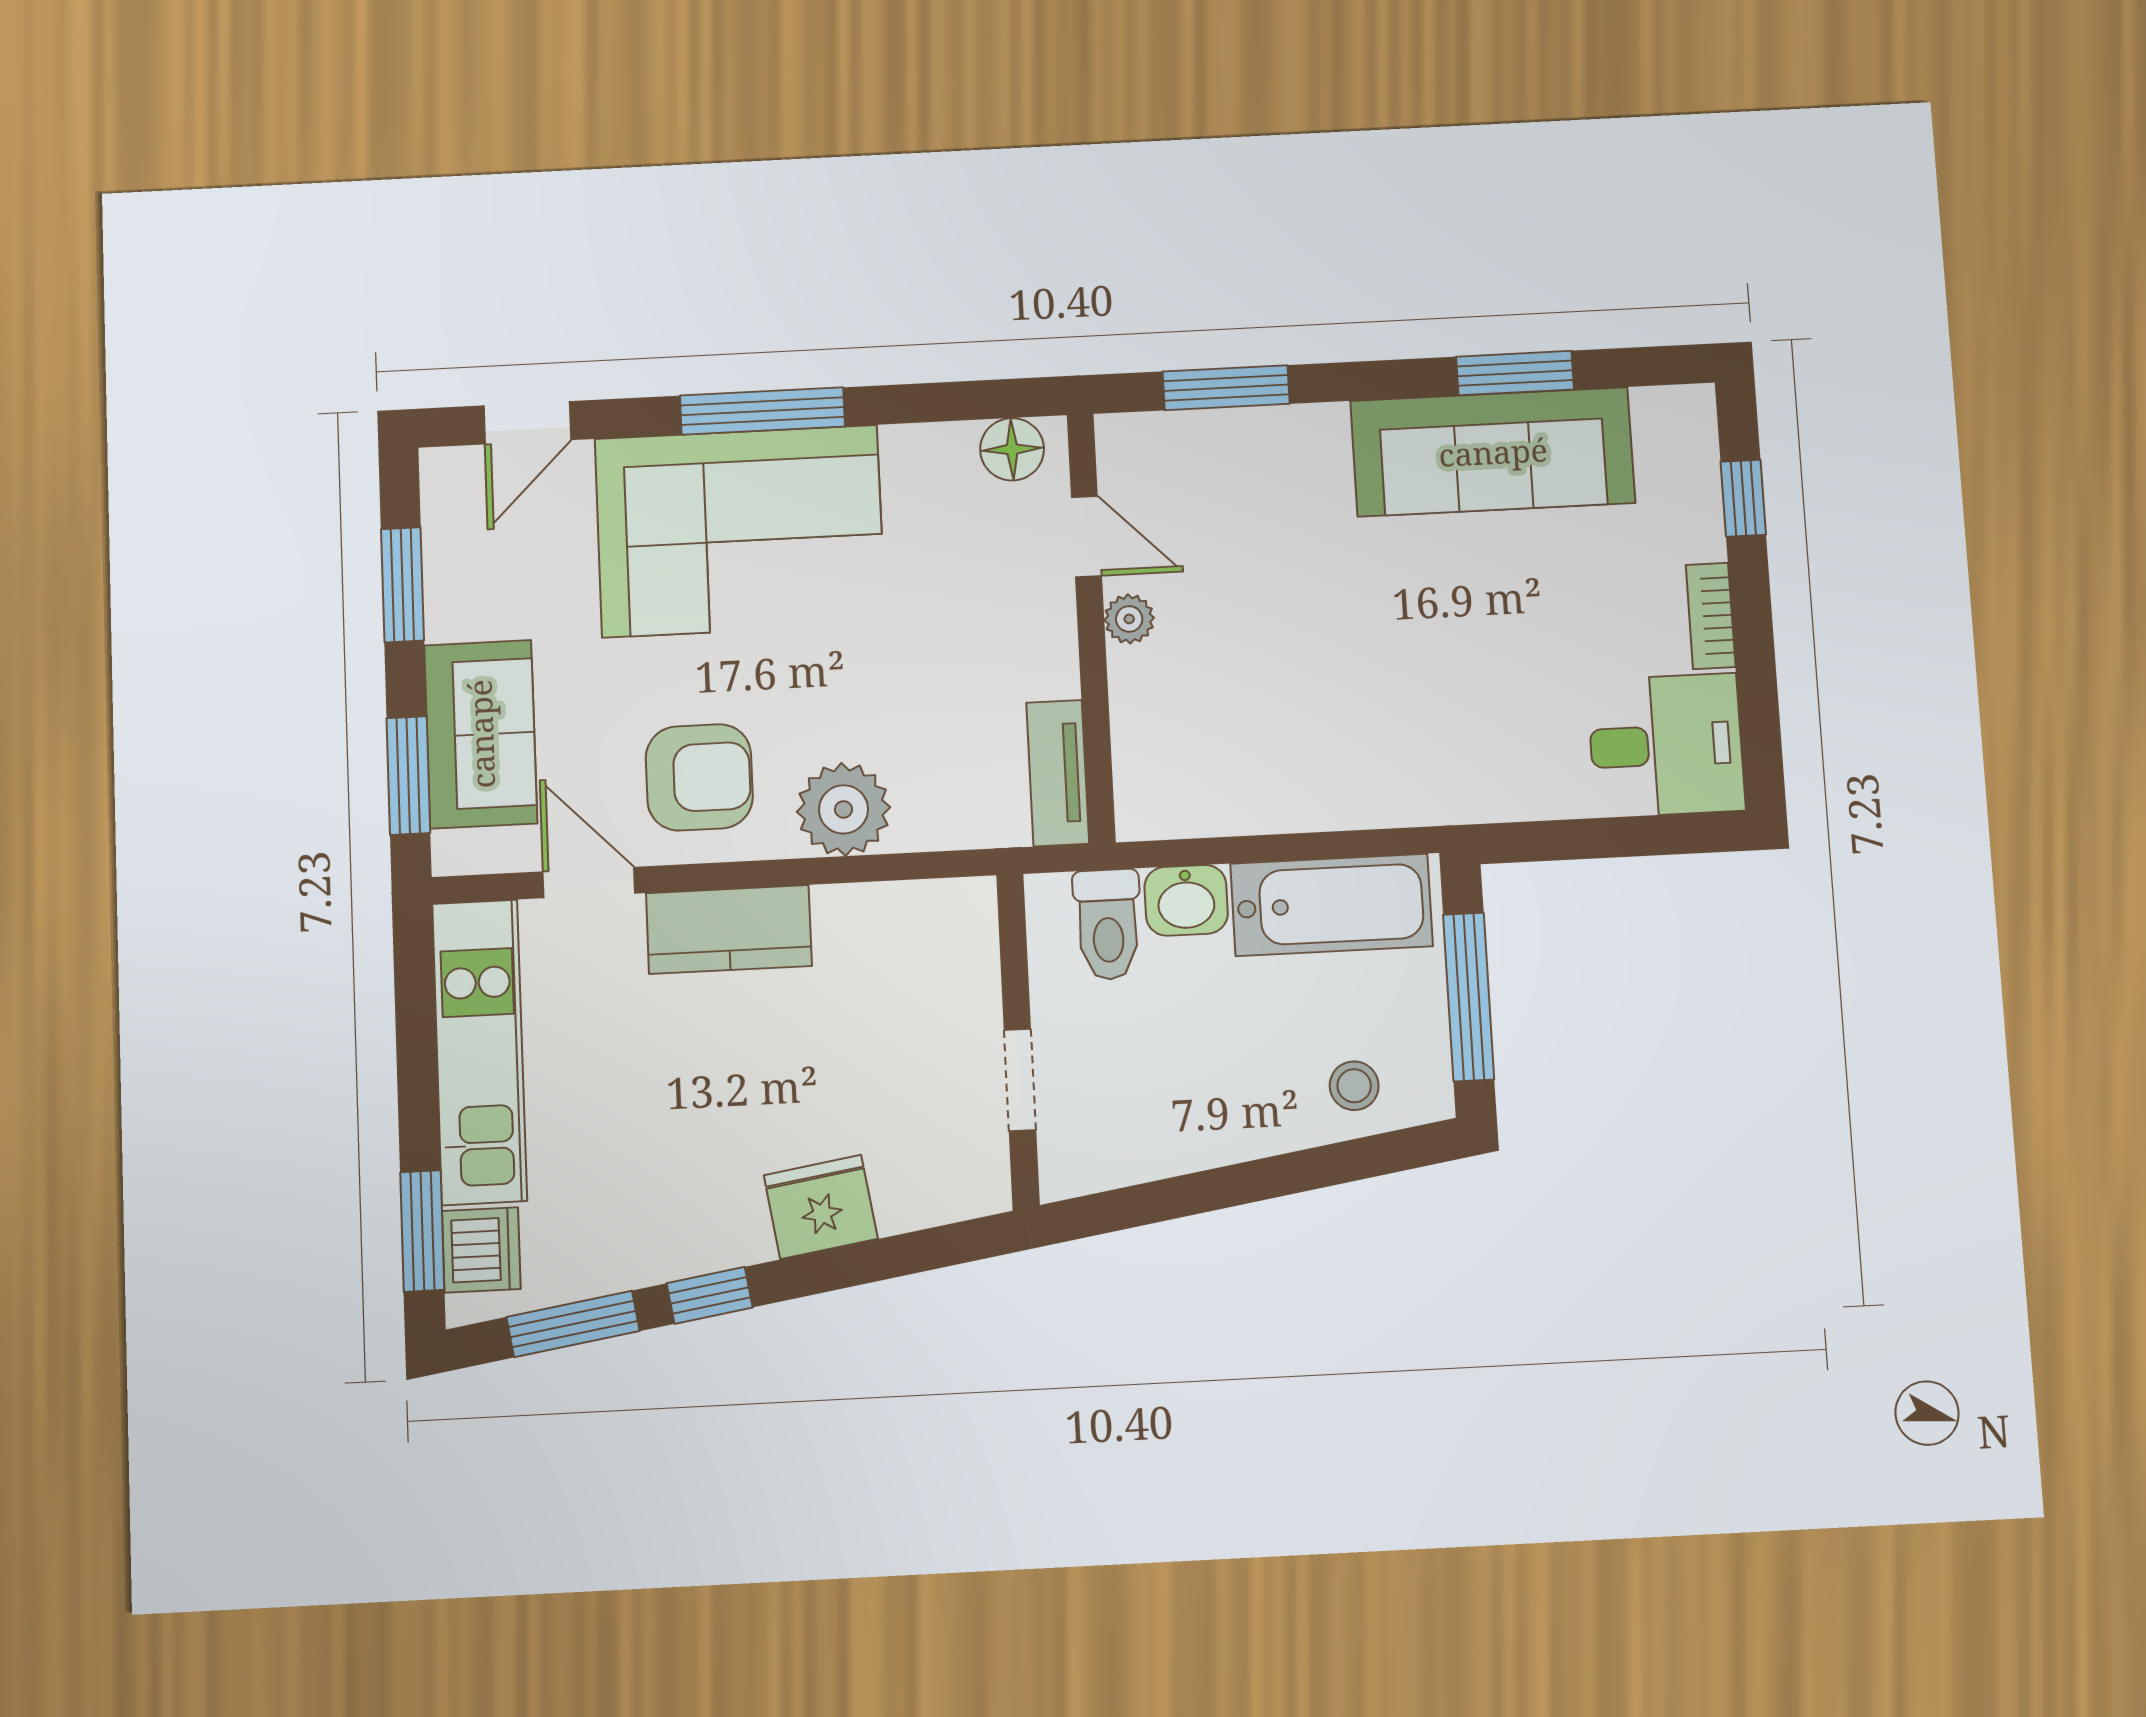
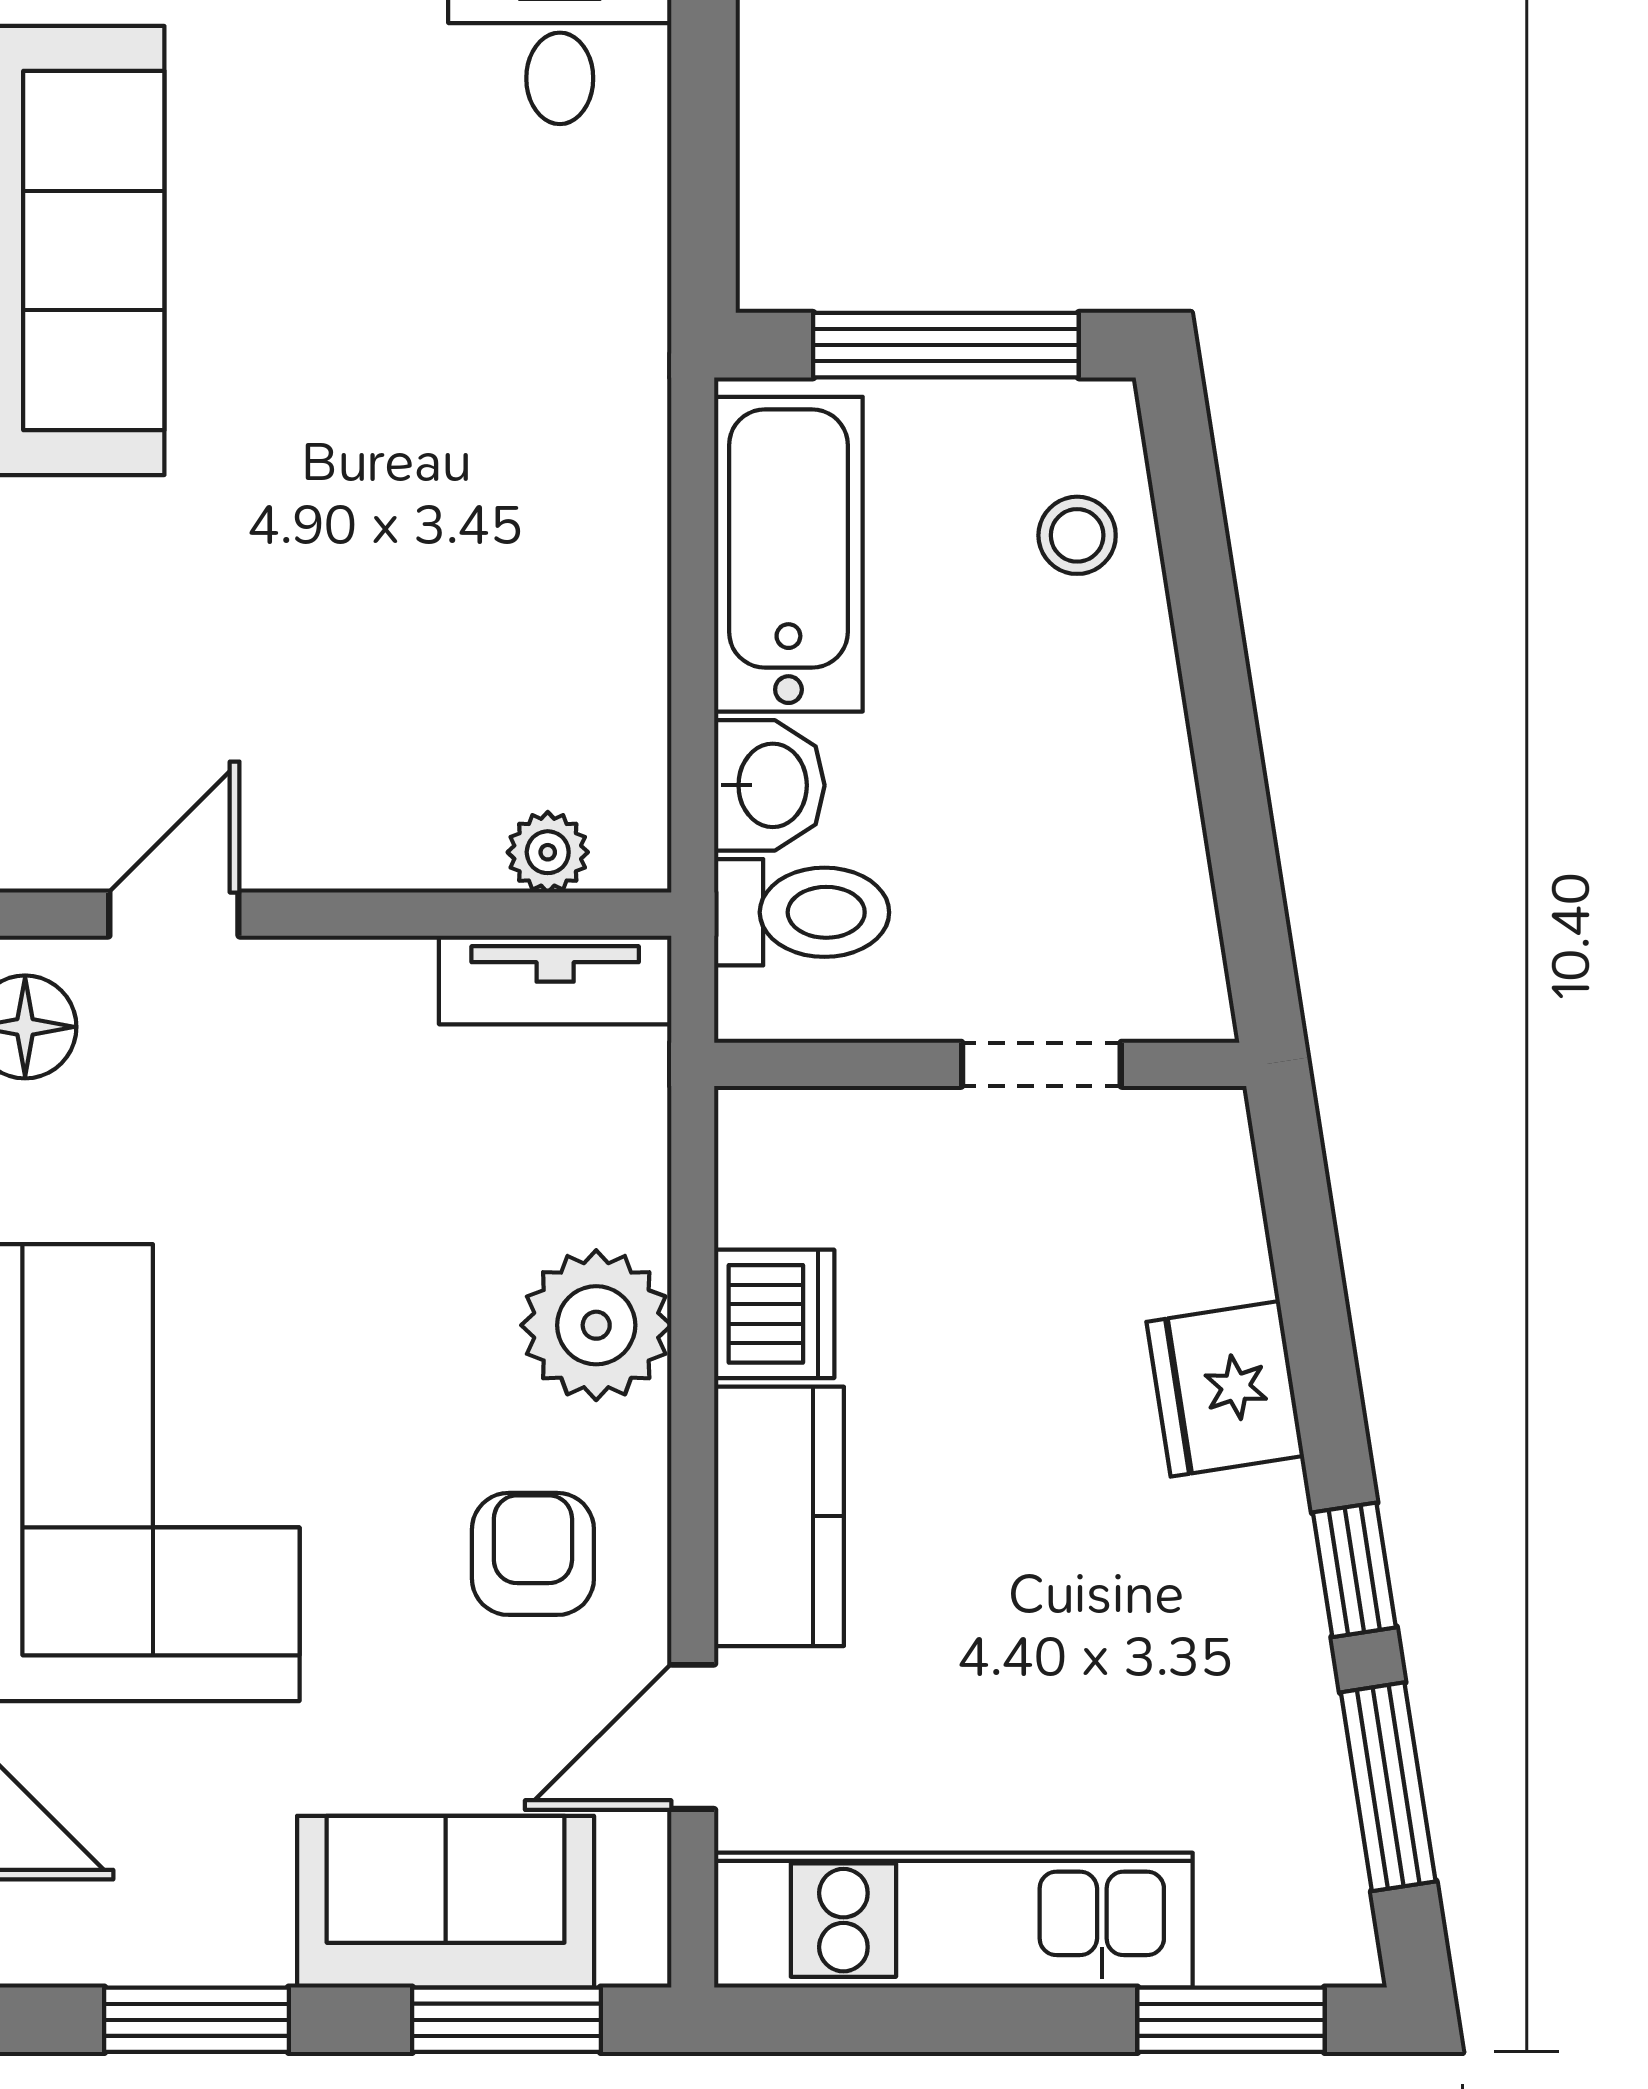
plant: (1129, 619) -> (548, 852), moved
armchair: (699, 777) -> (533, 1554), width x0.72, depth x0.72
dishwasher: (481, 1250) -> (774, 1314), moved, turned 90

